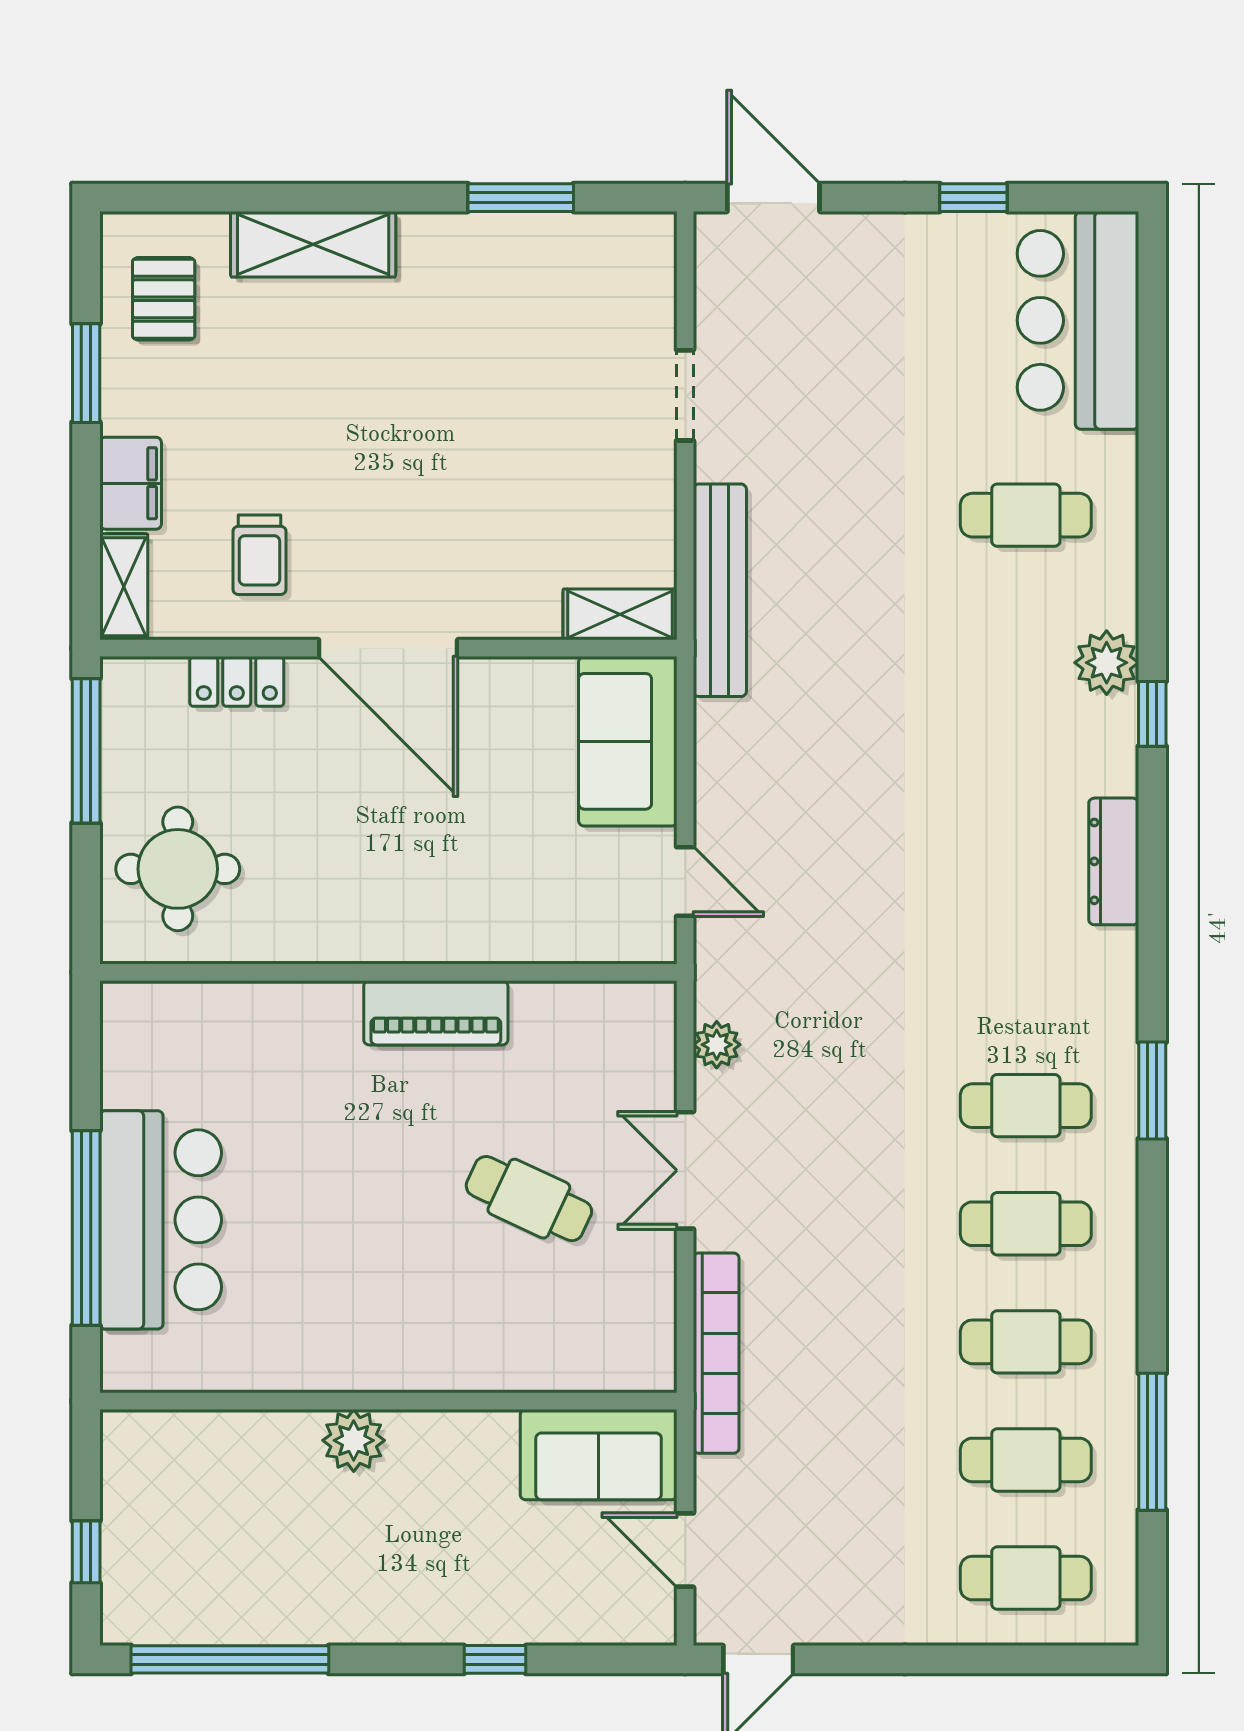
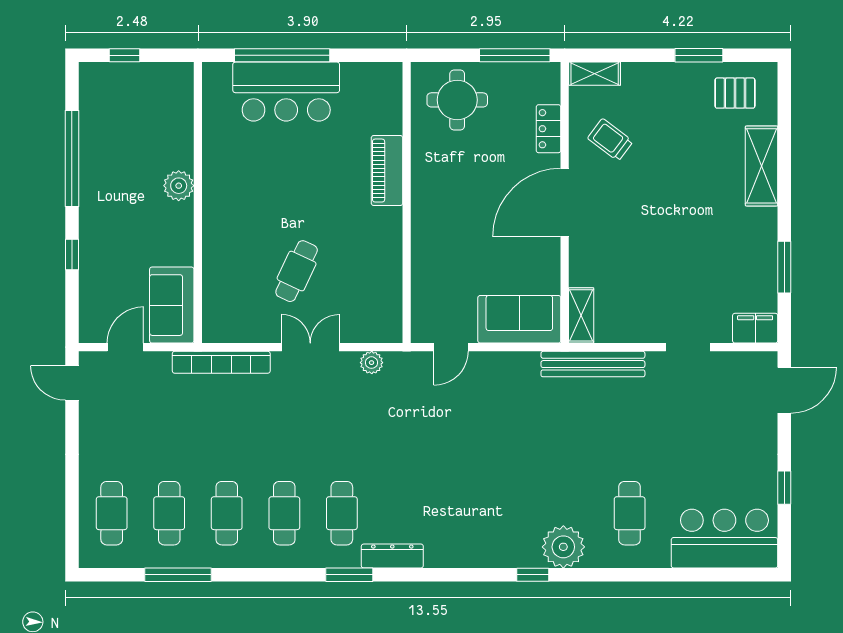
filing cabinet: (131, 483) -> (755, 328), moved, turned 180
trolley: (259, 555) -> (610, 140), turned 37
plant: (1107, 663) -> (563, 547), width x1.36, depth x1.36
dresser: (1114, 861) -> (392, 556), moved
piano: (436, 1013) -> (387, 171), moved
window: (230, 1659) -> (72, 158), moved

